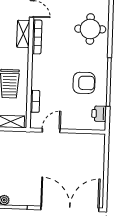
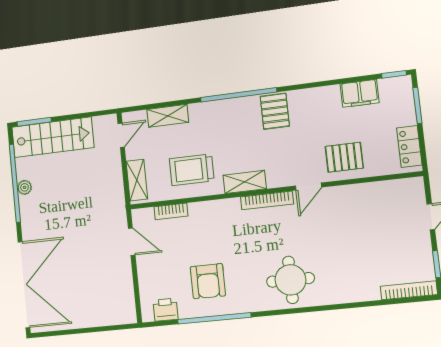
shelving: (23, 34) -> (245, 182), moved

